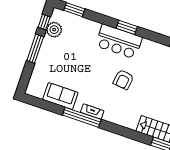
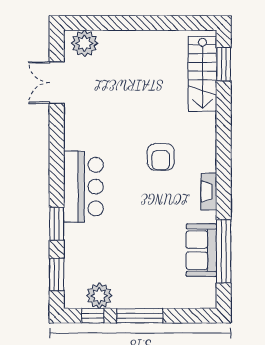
window: (127, 27) -> (57, 224), moved
armchair: (123, 80) -> (161, 157), moved, turned 83
window: (82, 117) -> (224, 251), moved

